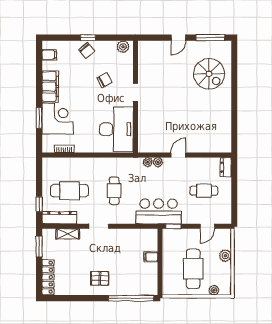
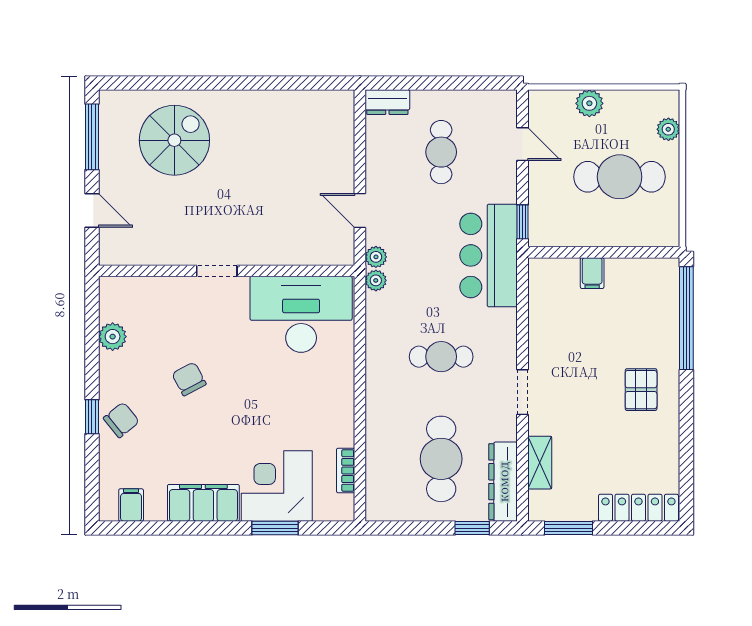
doorway: (135, 92) -> (217, 271), moved
wall: (135, 97) -> (227, 271), moved
desk: (116, 129) -> (301, 314), moved

